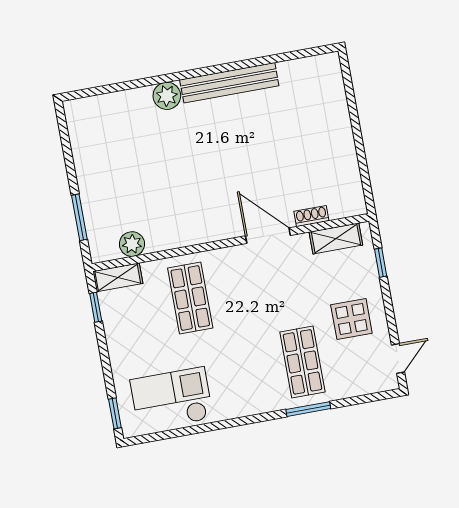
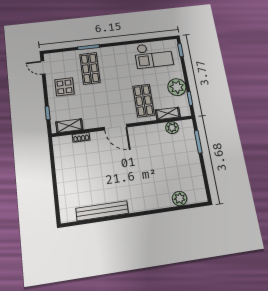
bench: (229, 83) -> (102, 211), moved
plant: (167, 96) -> (180, 198), moved
door: (268, 236) -> (116, 127), moved
shelving: (118, 277) -> (168, 113), moved
plant: (122, 331) -> (177, 87), added
door: (398, 358) -> (43, 68), hinge flipped

